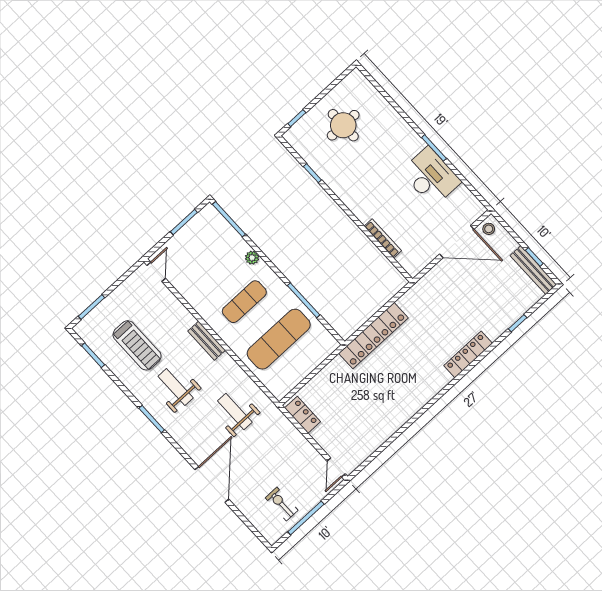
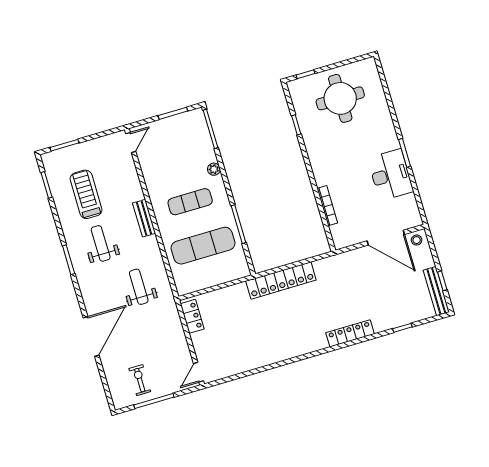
round table: (343, 125) -> (340, 98), width x1.36, depth x1.36
treadmill: (137, 345) -> (86, 194), turned 180

